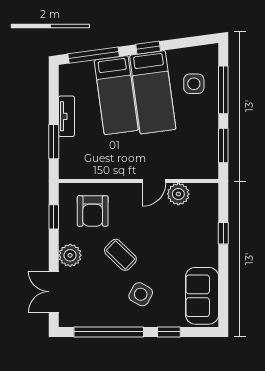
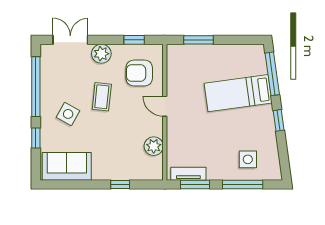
bed: (153, 92) -> (241, 124), removed
tv unit: (67, 116) -> (188, 174), moved, turned 180
door: (154, 181) -> (165, 106), moved
coffee table: (120, 255) -> (102, 97), turned -38

